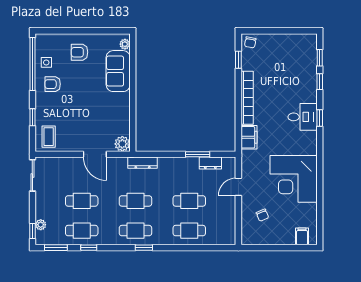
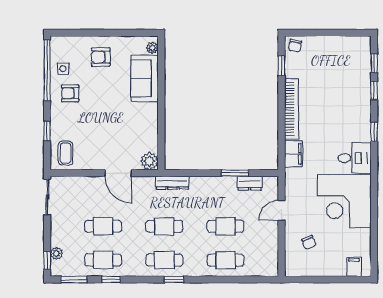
desk: (303, 117) -> (355, 158), moved

